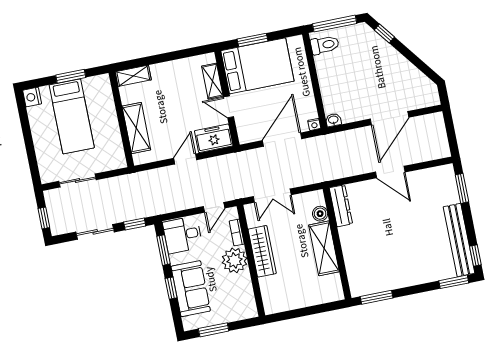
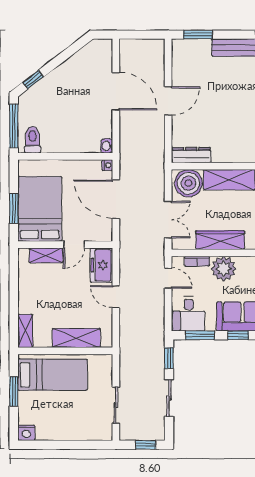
bed: (72, 116) -> (53, 375), moved
boiler: (320, 214) -> (188, 183), width x1.86, depth x1.86

